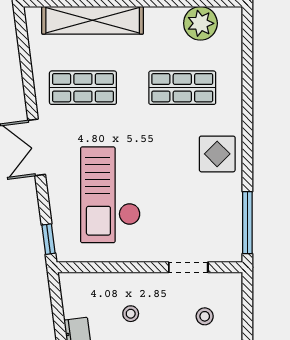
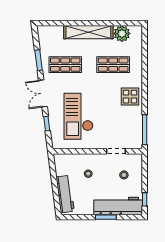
shelving: (93, 20) -> (88, 32), moved
window: (28, 79) -> (39, 60), added
window: (48, 239) -> (47, 124), moved

